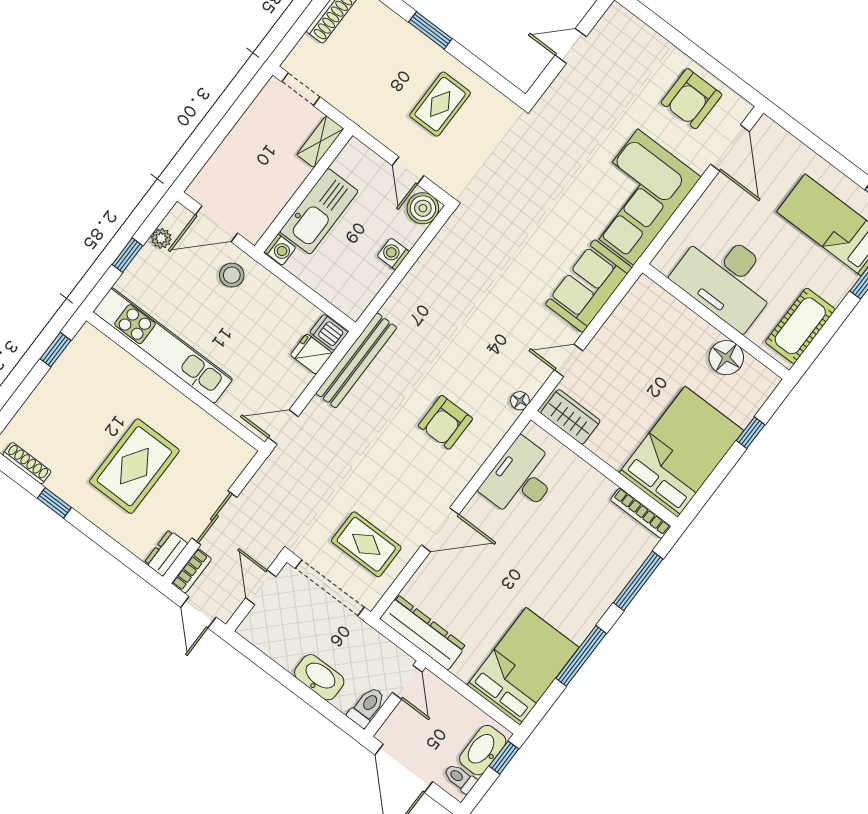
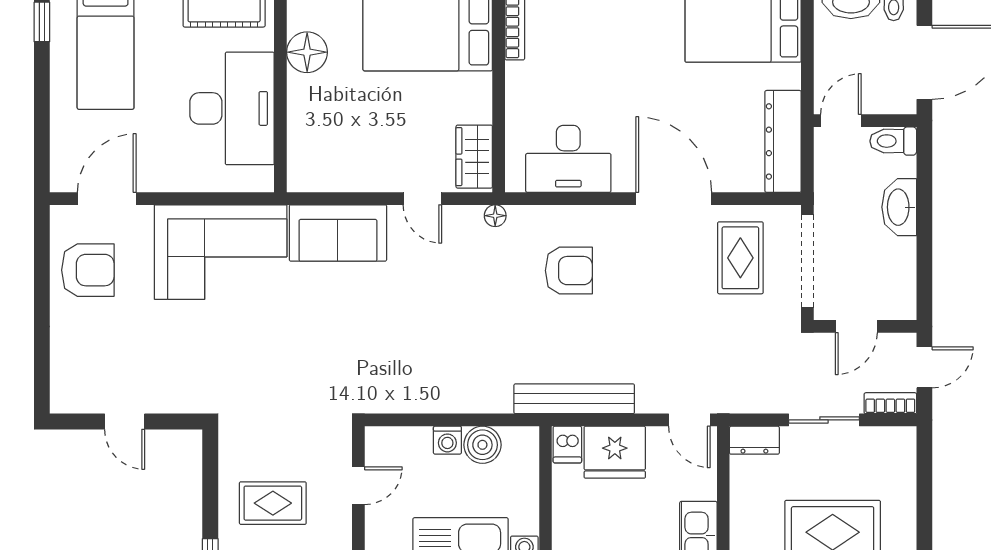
boiler: (423, 208) -> (482, 445), moved
fridge: (311, 354) -> (615, 452), width x1.88, depth x1.34
door: (440, 530) -> (674, 199), width x1.36
dresser: (166, 553) -> (754, 440), moved

